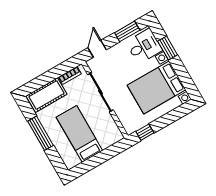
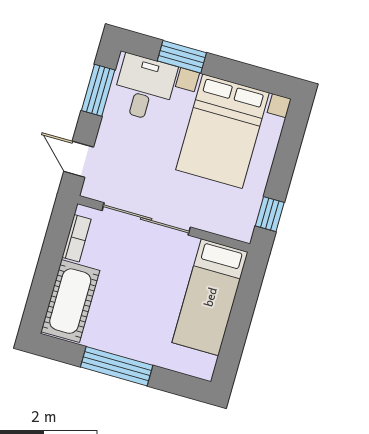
bed: (79, 134) -> (210, 297), moved, turned -90

